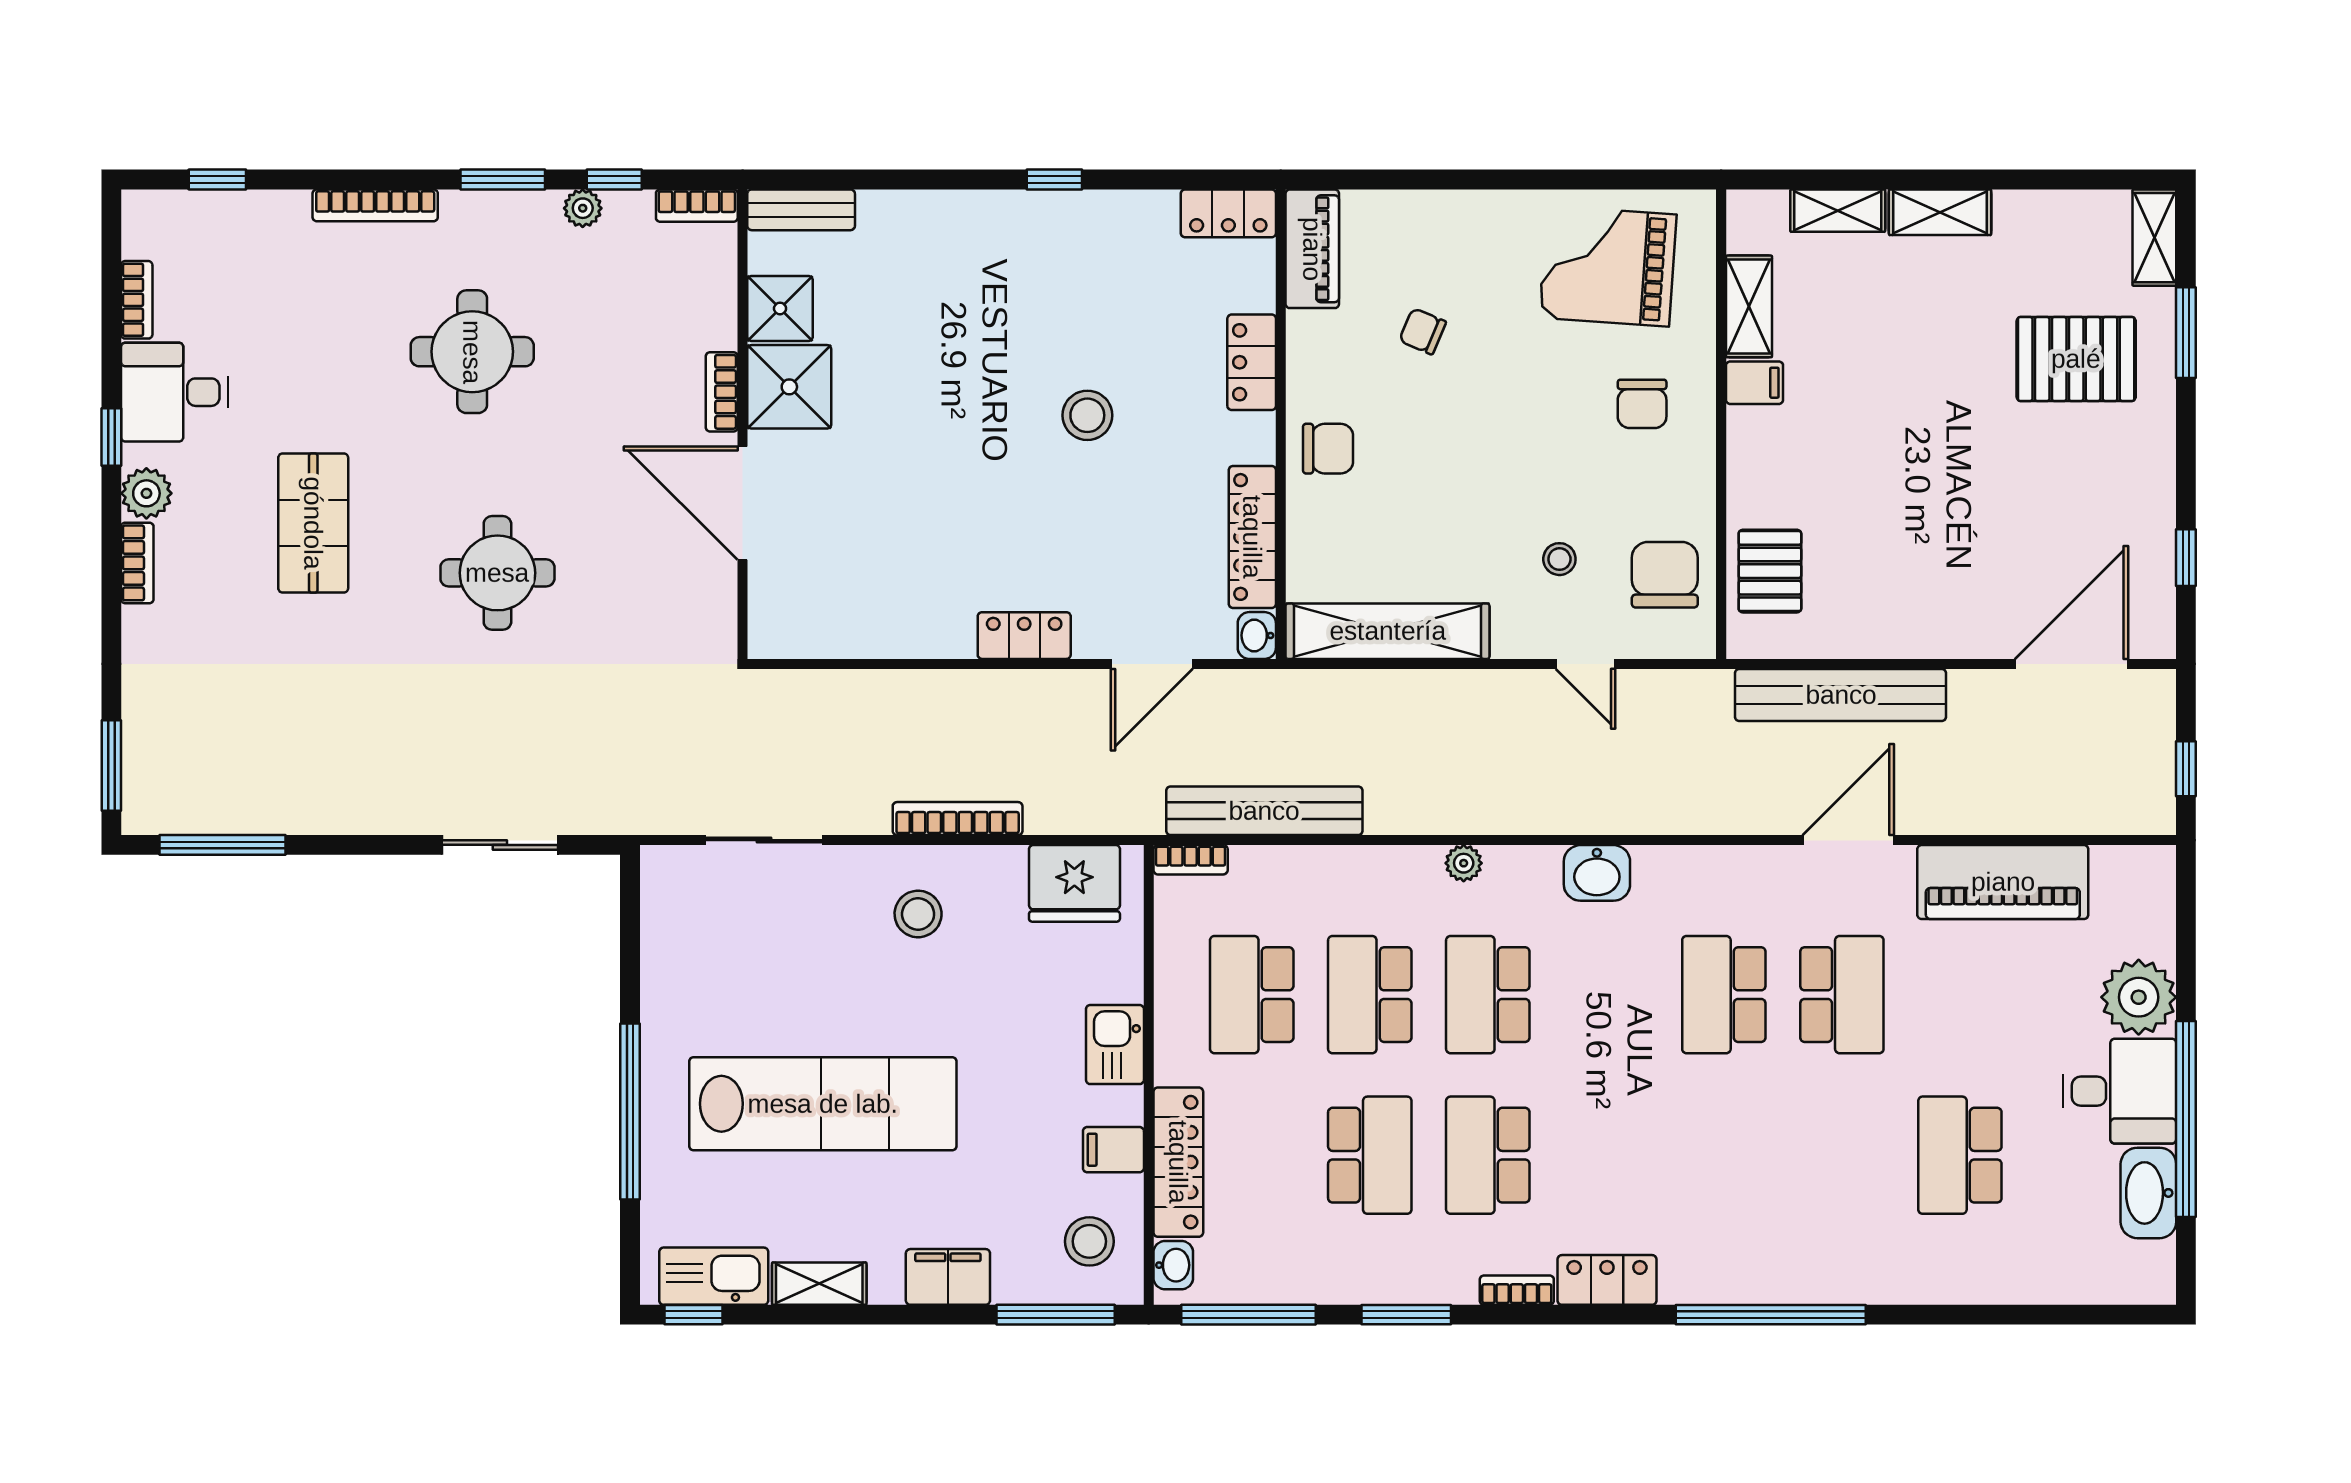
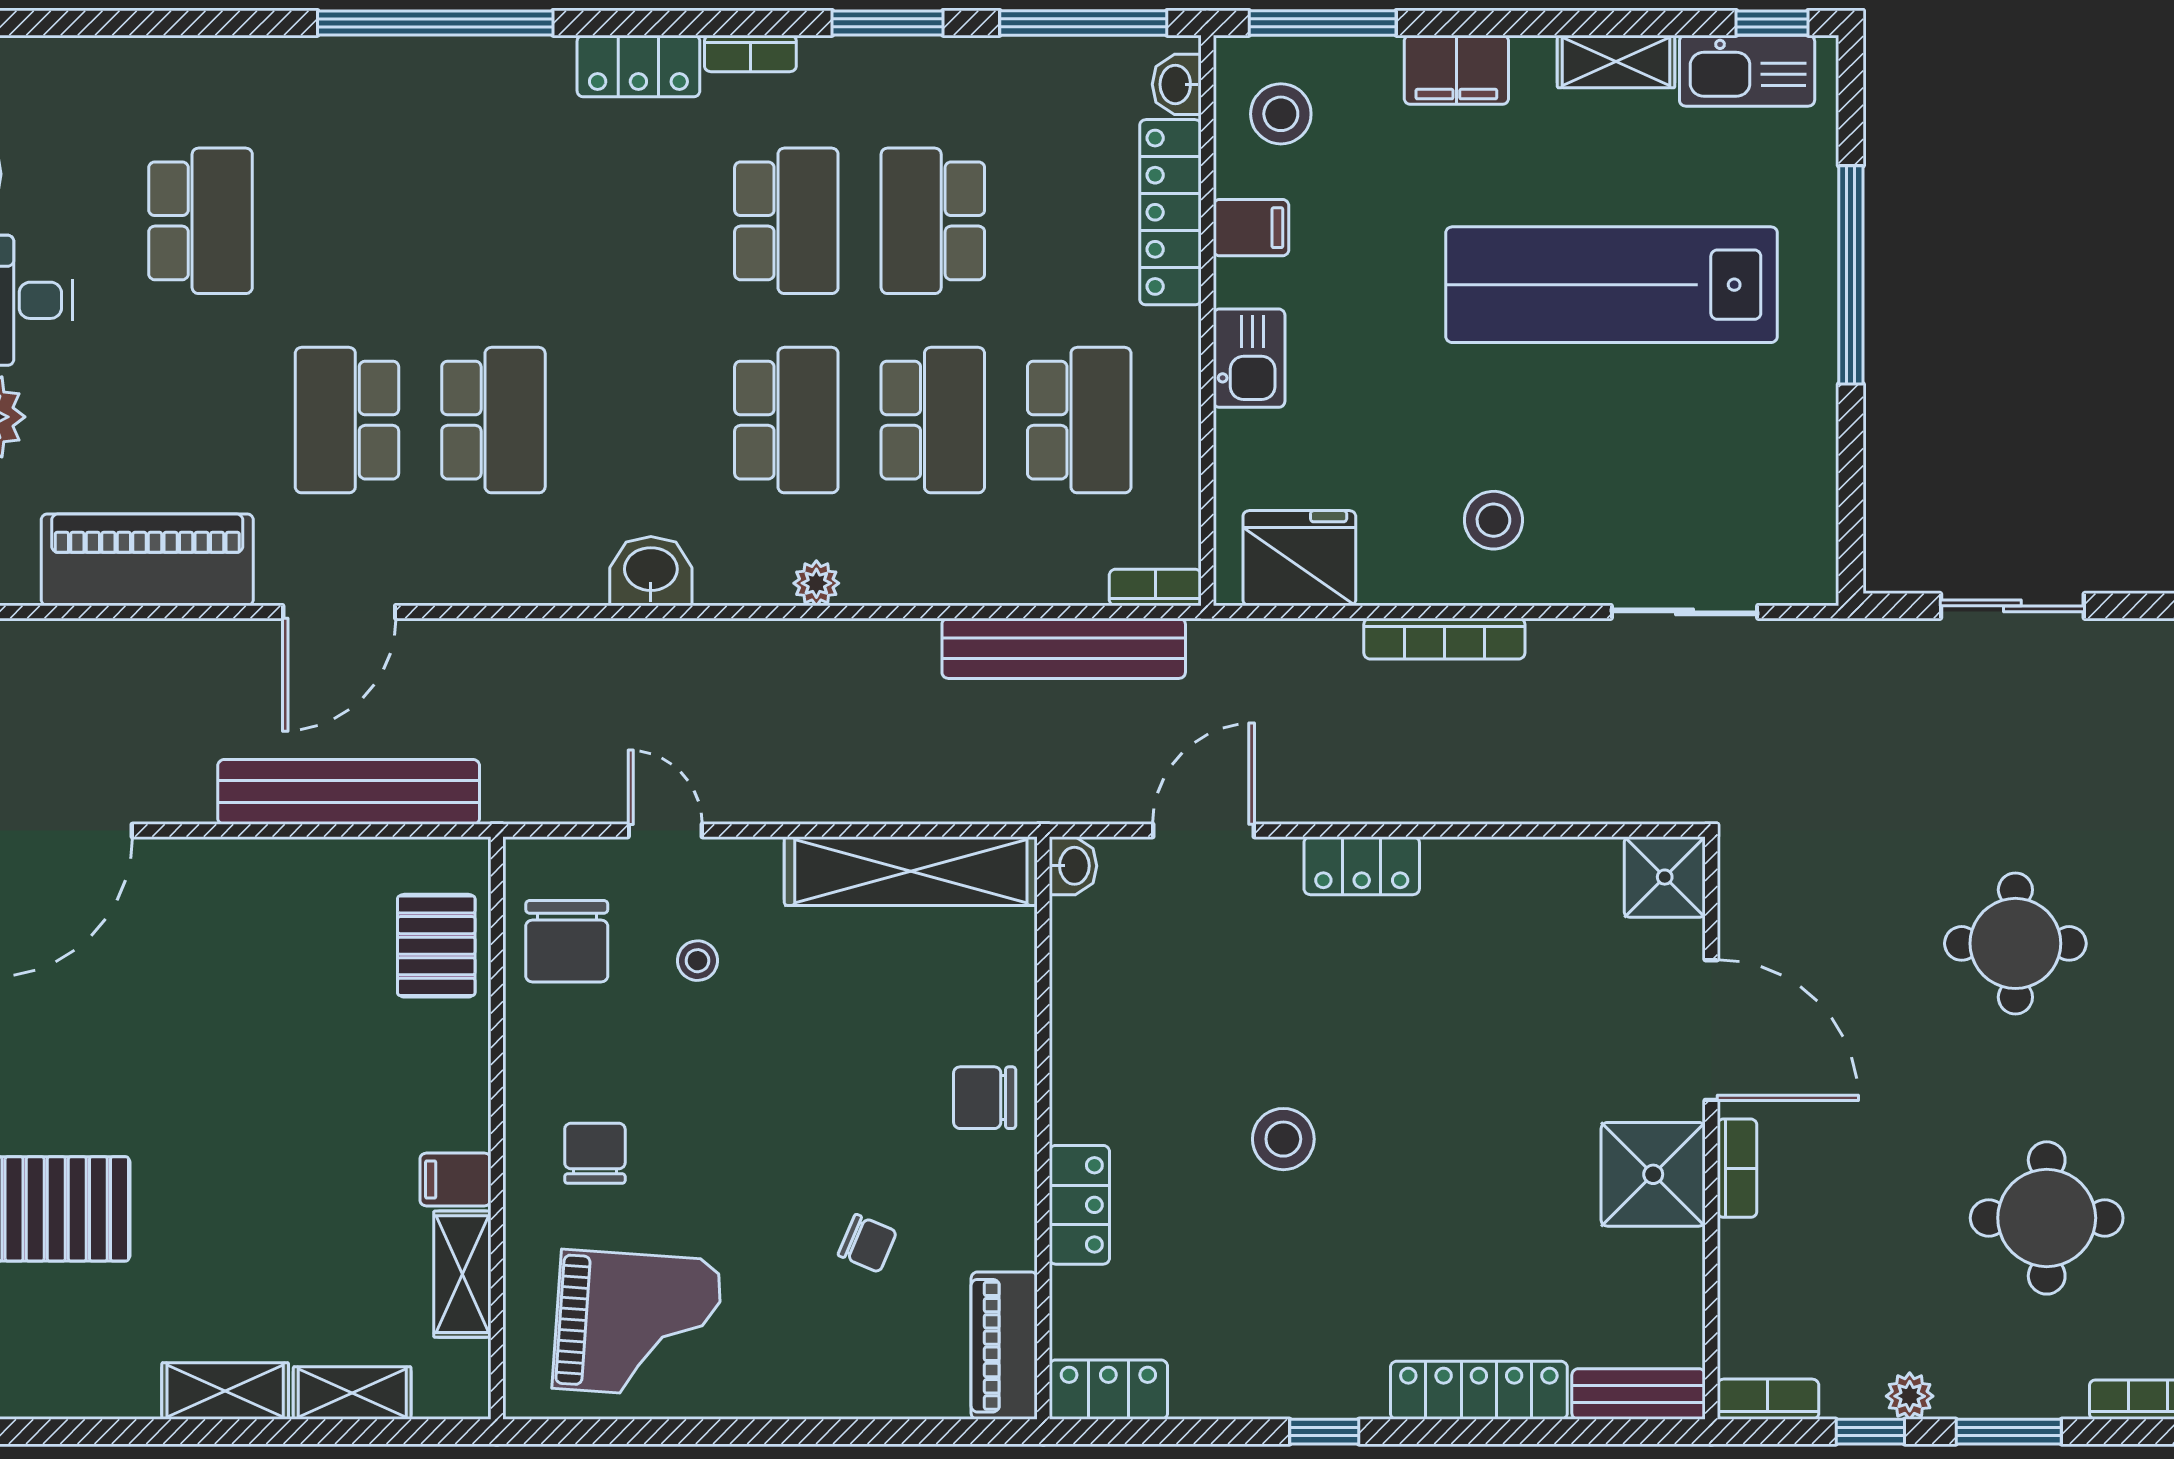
shower: (780, 308) -> (1665, 877), moved
locker: (1252, 537) -> (1479, 1390), moved, turned -90

